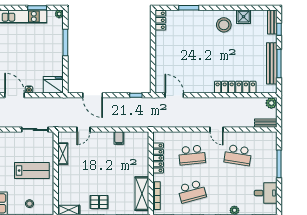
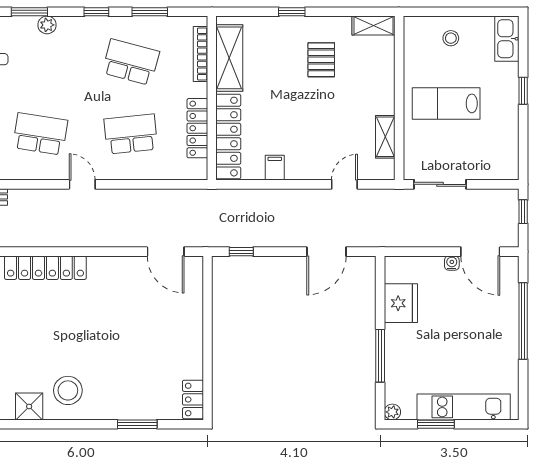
fridge: (53, 85) -> (401, 303), moved, turned -90
door: (93, 95) -> (326, 252), swing flipped
locker: (142, 154) -> (228, 137), added
school desk: (192, 191) -> (131, 62), turned 30
pallet: (99, 202) -> (321, 60), moved, turned 90

